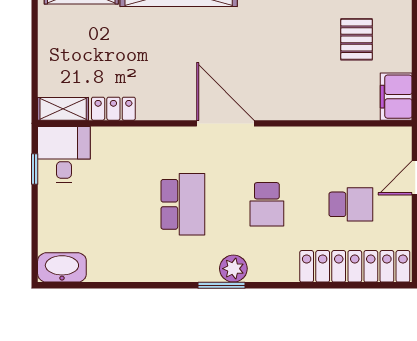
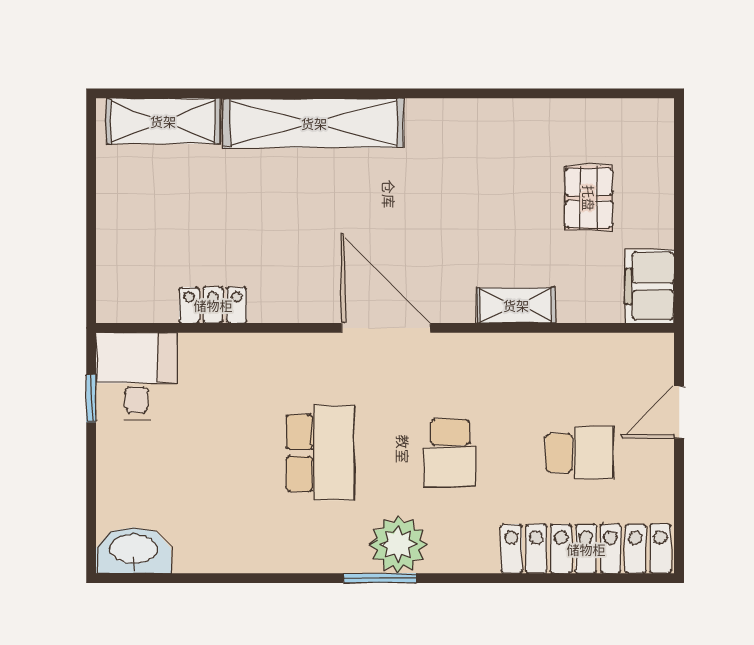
shelving: (63, 109) -> (516, 305), moved
plant: (233, 269) -> (398, 545), width x1.36, depth x1.36

